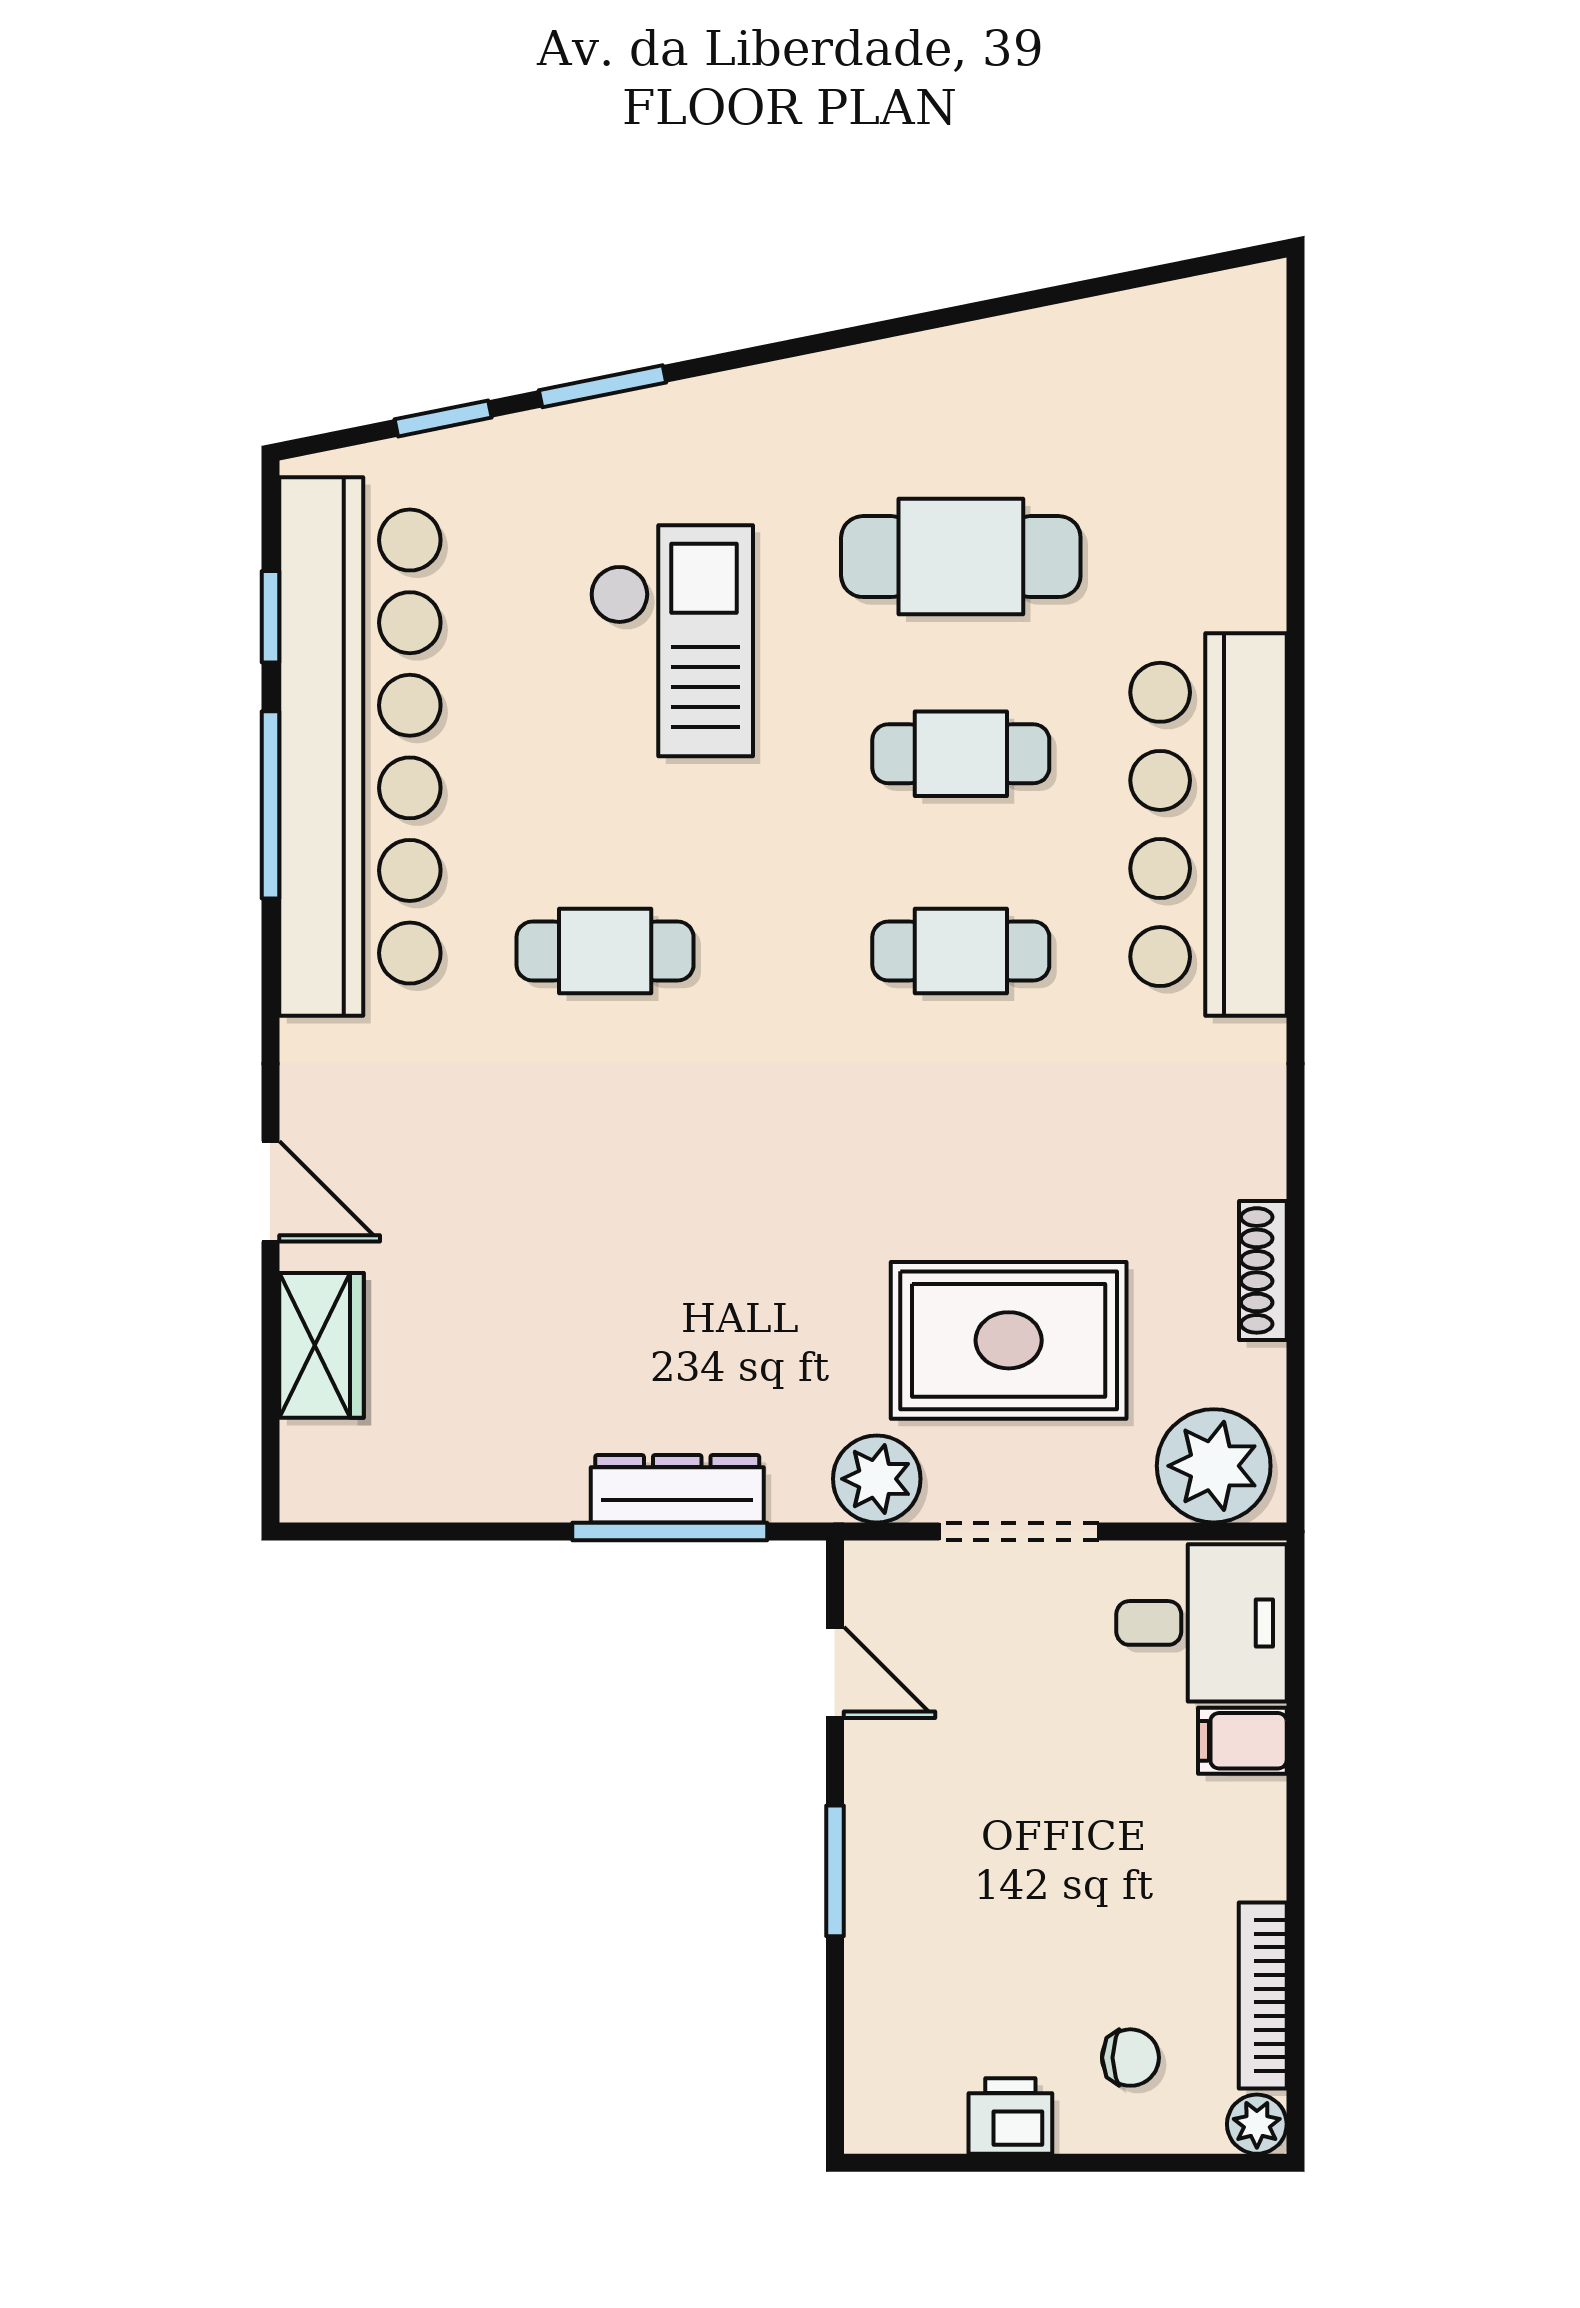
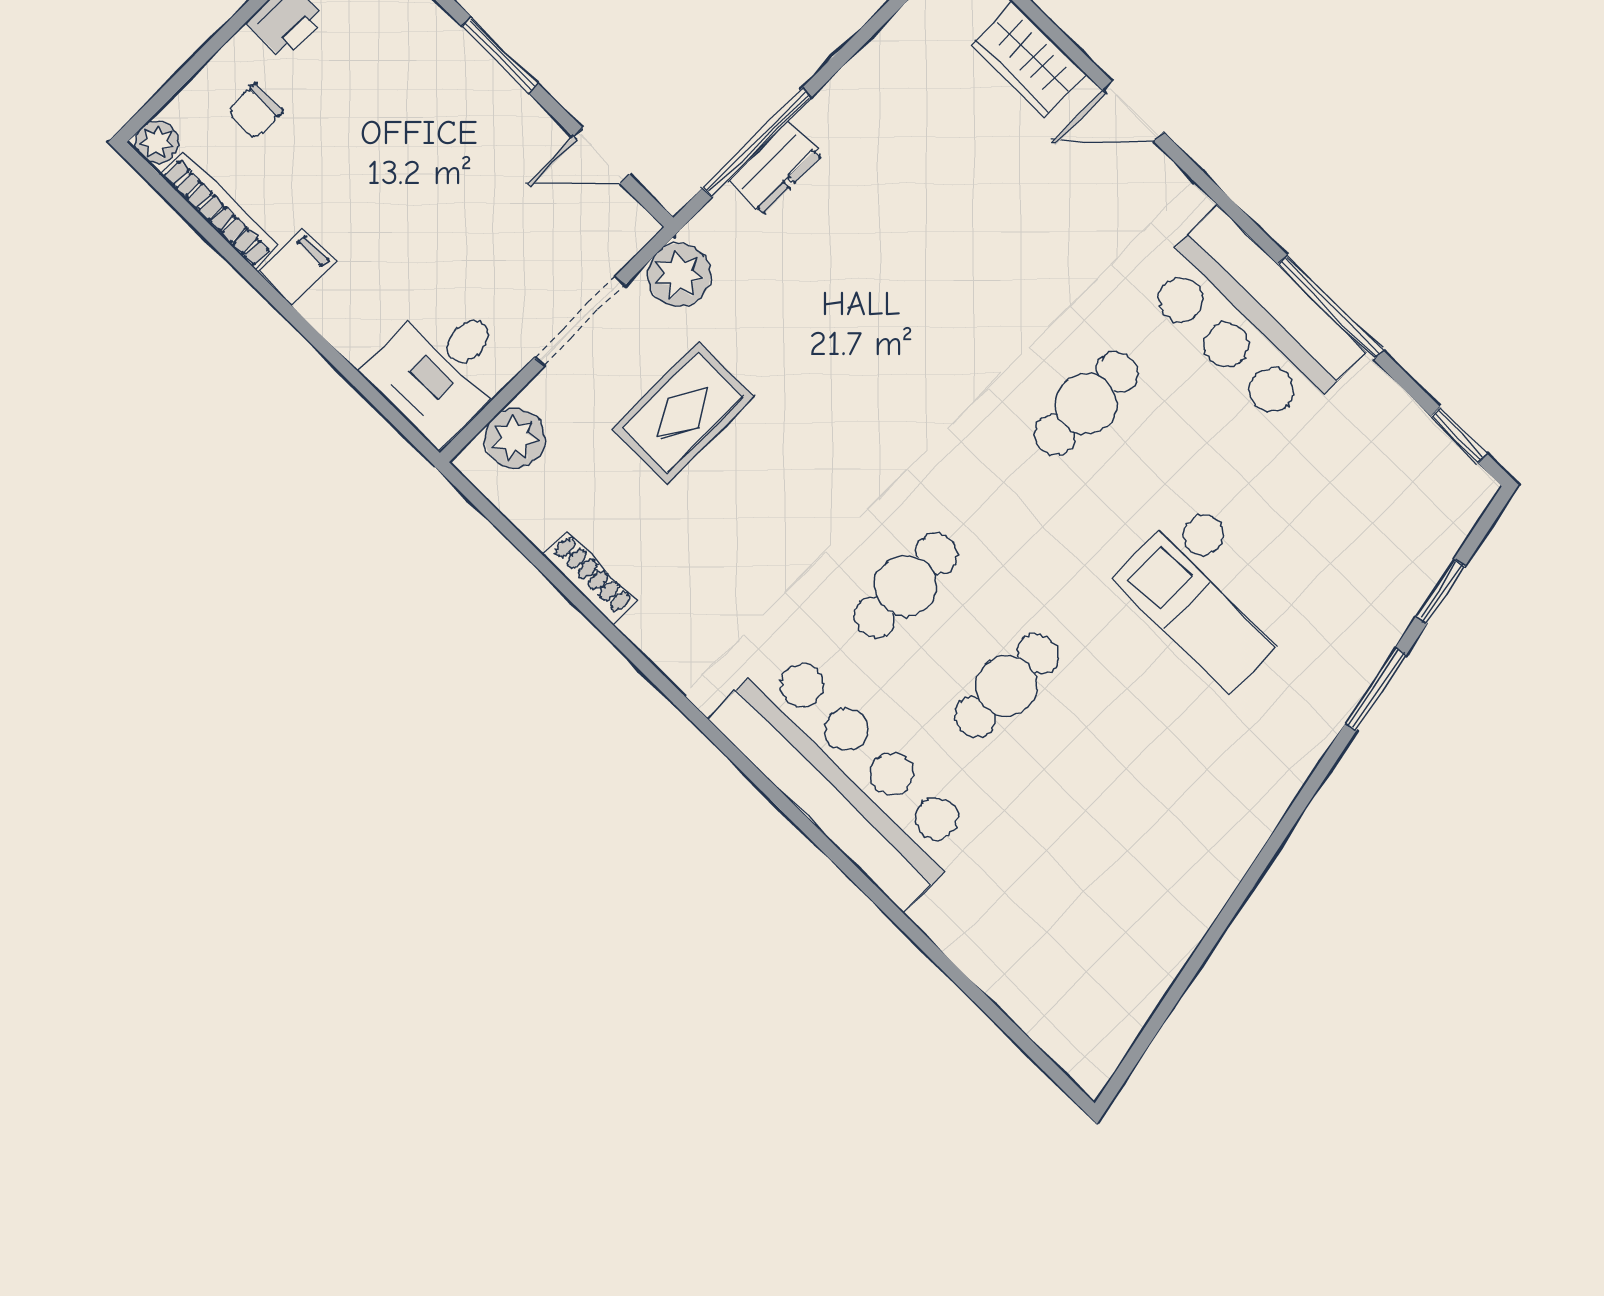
cafe table: (961, 557) -> (1107, 786), removed
window: (270, 617) -> (1459, 435), moved
bar counter: (360, 747) -> (1251, 319), width x0.54
rug: (1009, 1340) -> (683, 413), width x0.73, depth x0.70
plant: (1214, 1466) -> (515, 438), width x0.73, depth x0.73
dresser: (677, 1489) -> (775, 168), width x0.70
filing cabinet: (1242, 1741) -> (297, 267), moved

